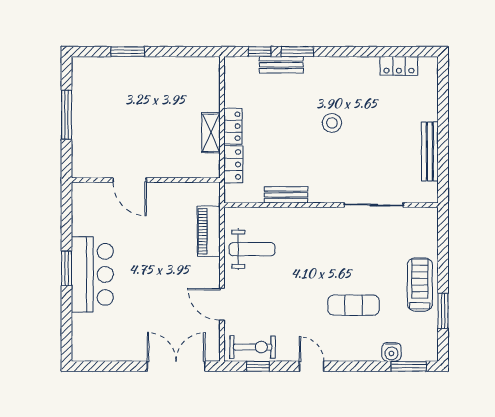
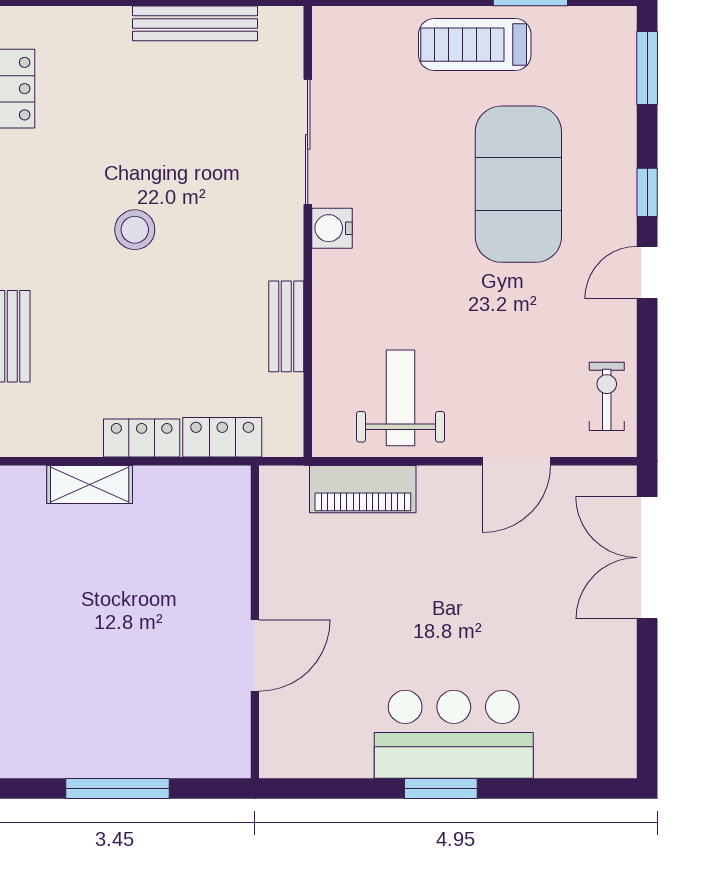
shelving: (211, 133) -> (90, 484), moved
exercise mat: (354, 305) -> (518, 184), width x2.00, depth x1.45
exercise bike: (253, 347) -> (607, 396), width x0.73, depth x0.72
water cooler: (391, 352) -> (332, 228), moved, turned 180
window: (258, 366) -> (647, 192), moved

